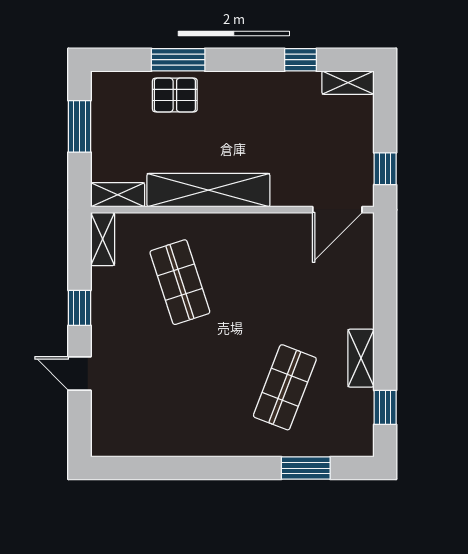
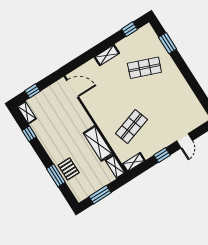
window: (385, 169) -> (32, 91), moved
shelving: (208, 190) -> (98, 143), width x0.68
shelving: (361, 358) -> (107, 55), moved

